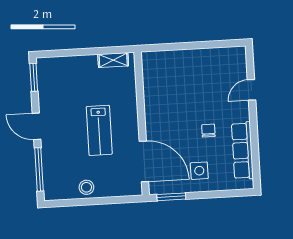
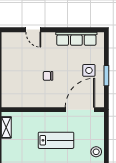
chair: (208, 131) -> (48, 76), moved
window: (171, 197) -> (106, 76), moved

